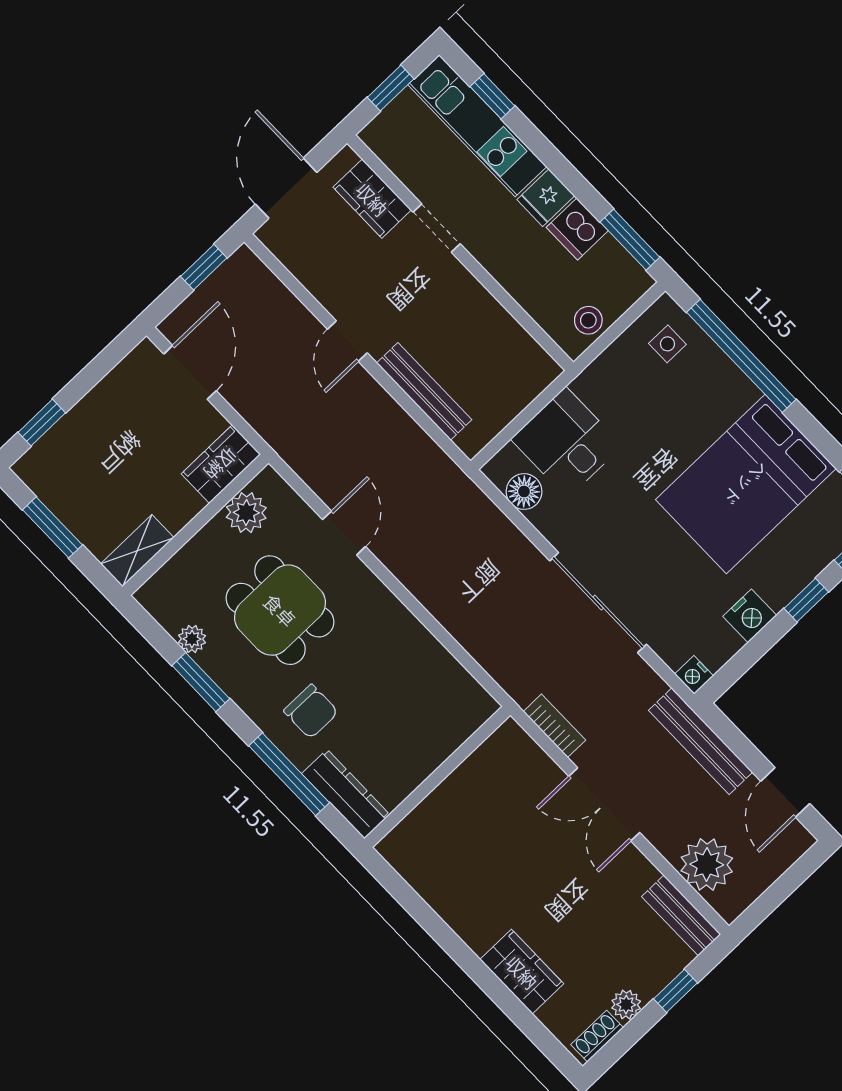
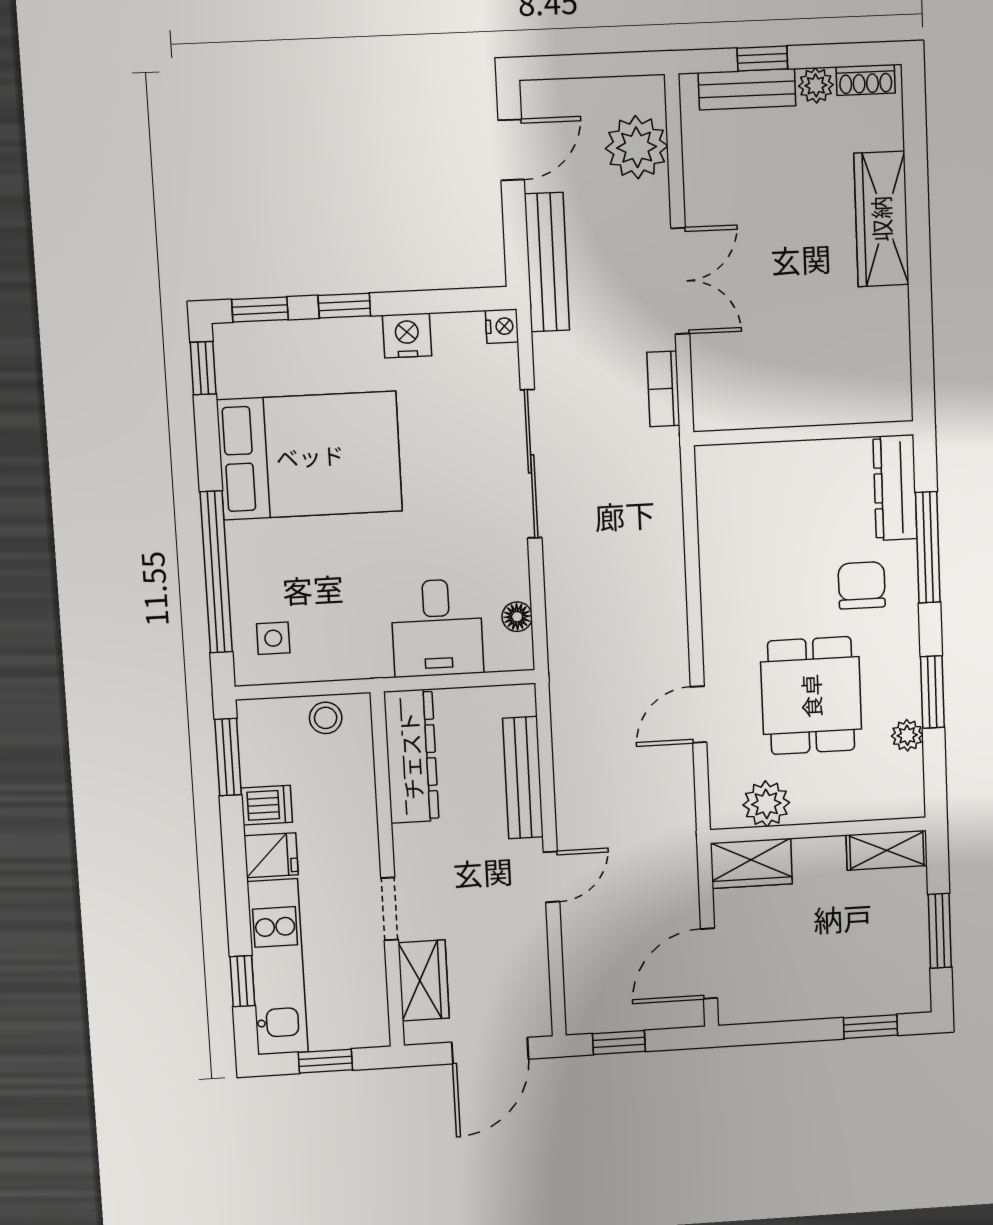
dishwasher: (577, 229) -> (267, 805), width x0.73
dresser: (510, 343) -> (411, 756), added
floor lamp: (524, 491) -> (517, 617), width x0.73, depth x0.73
bench: (681, 915) -> (747, 89), moved, turned 90
wardrobe: (522, 972) -> (881, 219), width x1.50

